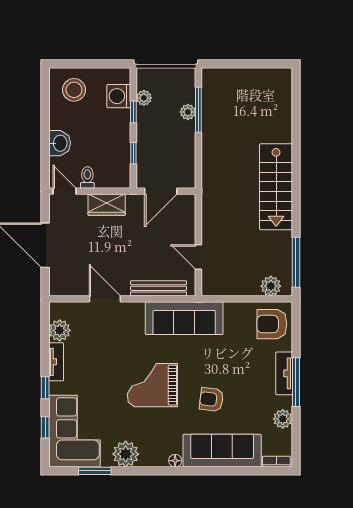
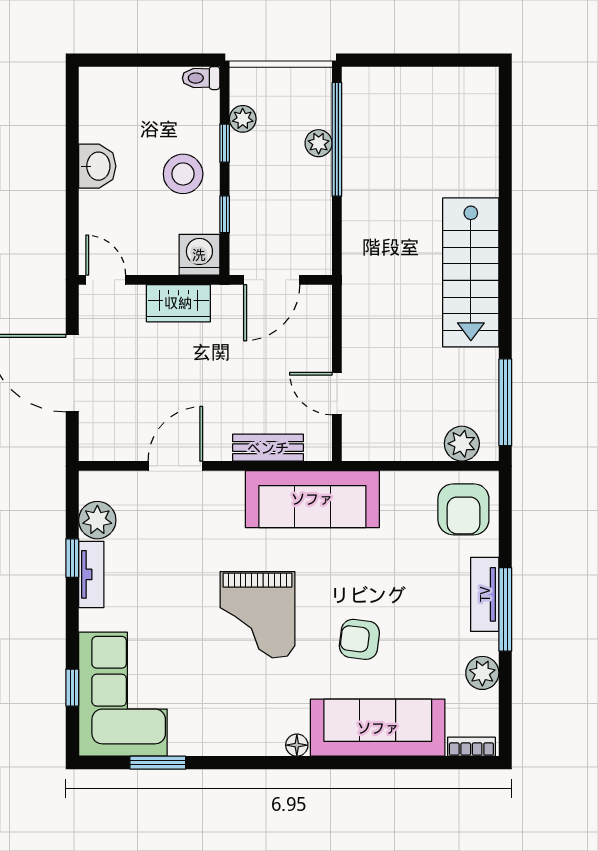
stool: (74, 90) -> (183, 174), moved
washing machine: (119, 96) -> (199, 255), moved, turned 90
window: (198, 110) -> (337, 139), width x1.46
washbasin: (60, 143) -> (97, 166), moved
toilet: (87, 178) -> (201, 78), moved, turned -90
bench: (159, 288) -> (268, 448), width x0.73
door: (105, 299) -> (175, 466), hinge flipped
armchair: (272, 324) -> (463, 509), turned -90
grand piano: (152, 385) -> (257, 615), turned -90
window: (45, 388) -> (72, 558), moved
plant: (126, 454) -> (211, 734), removed

